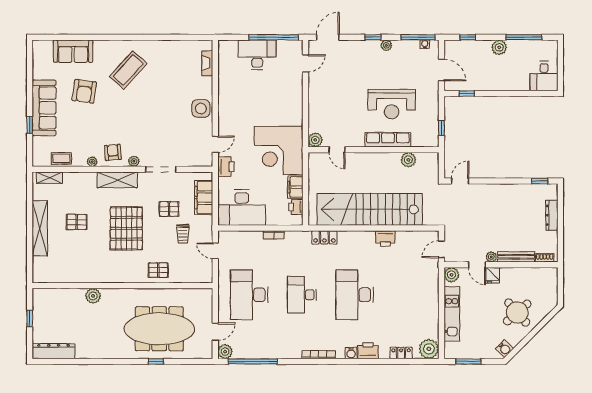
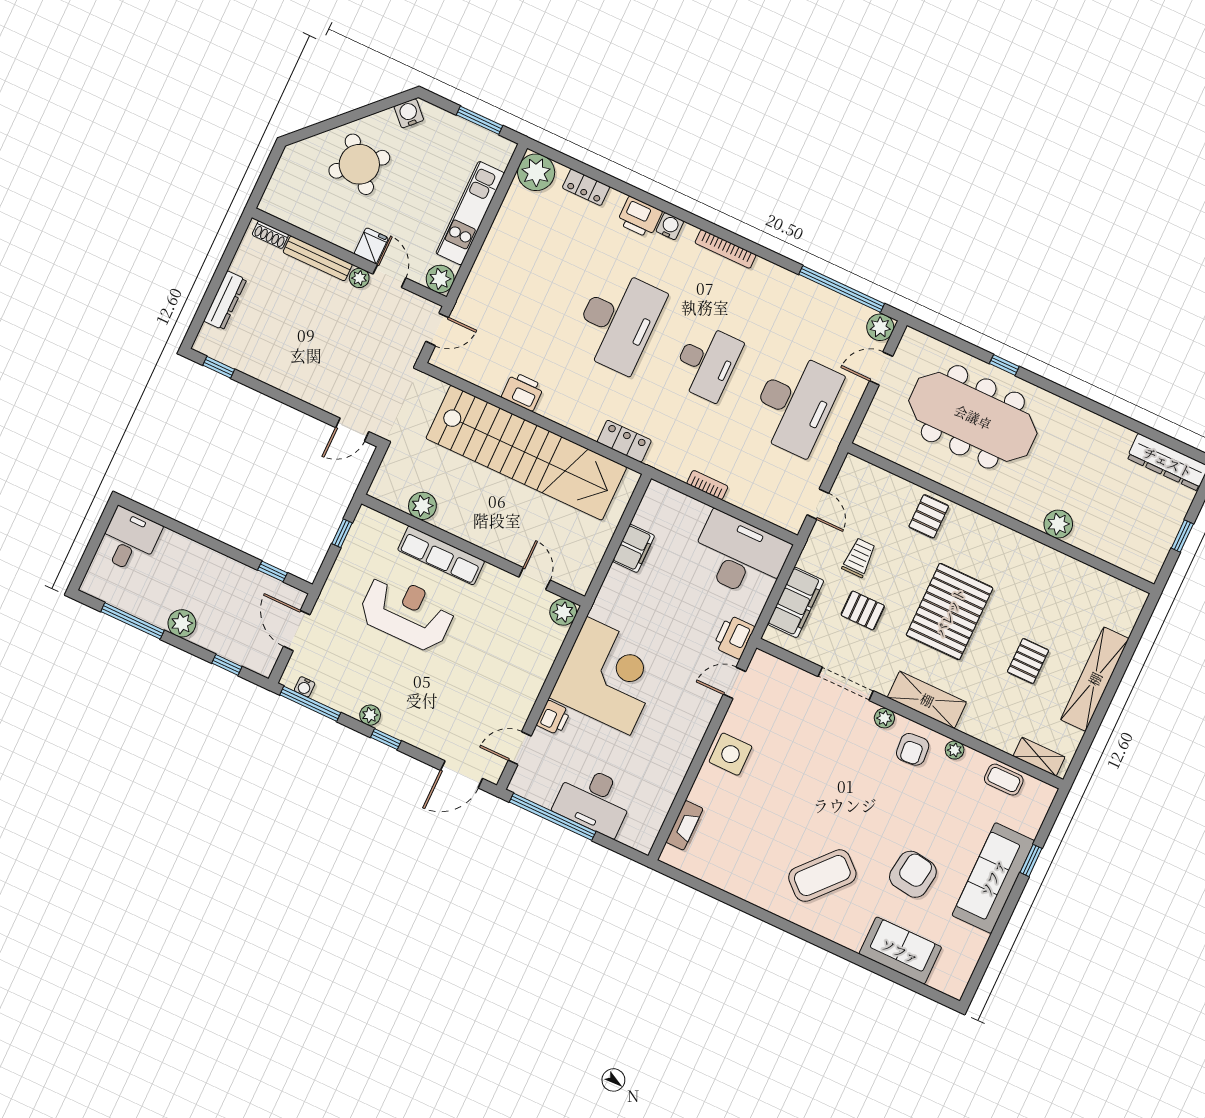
corner desk: (279, 150) -> (608, 676), moved
printer: (296, 207) -> (553, 718), moved
pallet: (77, 222) -> (1028, 661), turned 90
pallet: (158, 270) -> (929, 516), turned 90

